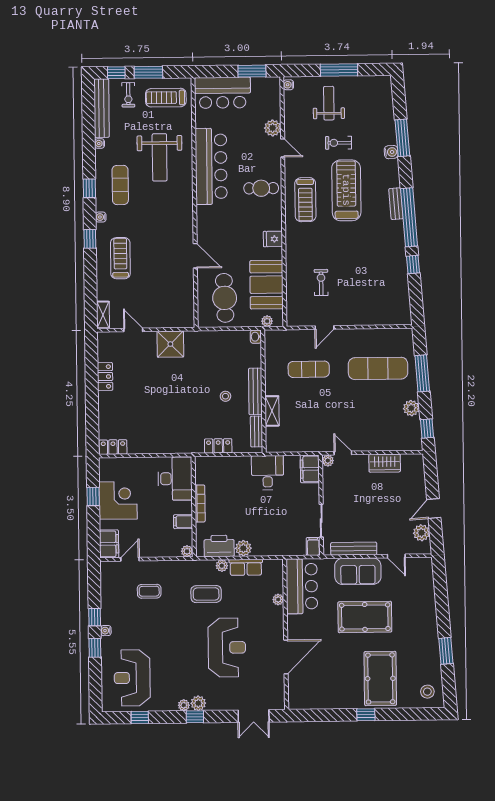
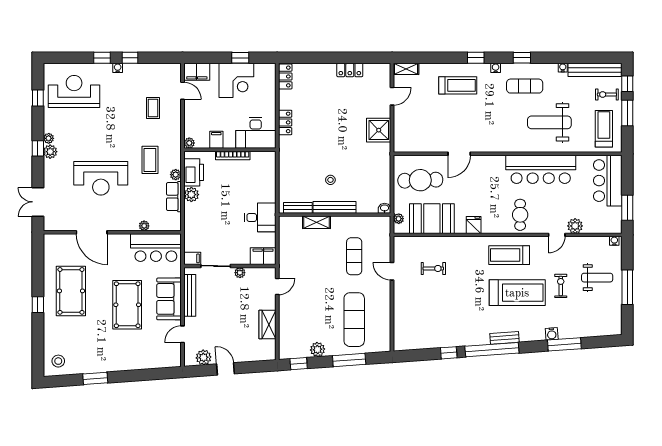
locker: (218, 446) -> (285, 122), moved
plant: (328, 461) -> (240, 273), moved
pool table: (380, 678) -> (71, 291), moved, turned 90

